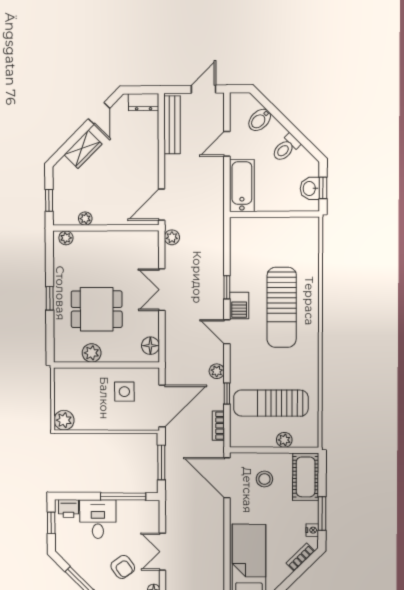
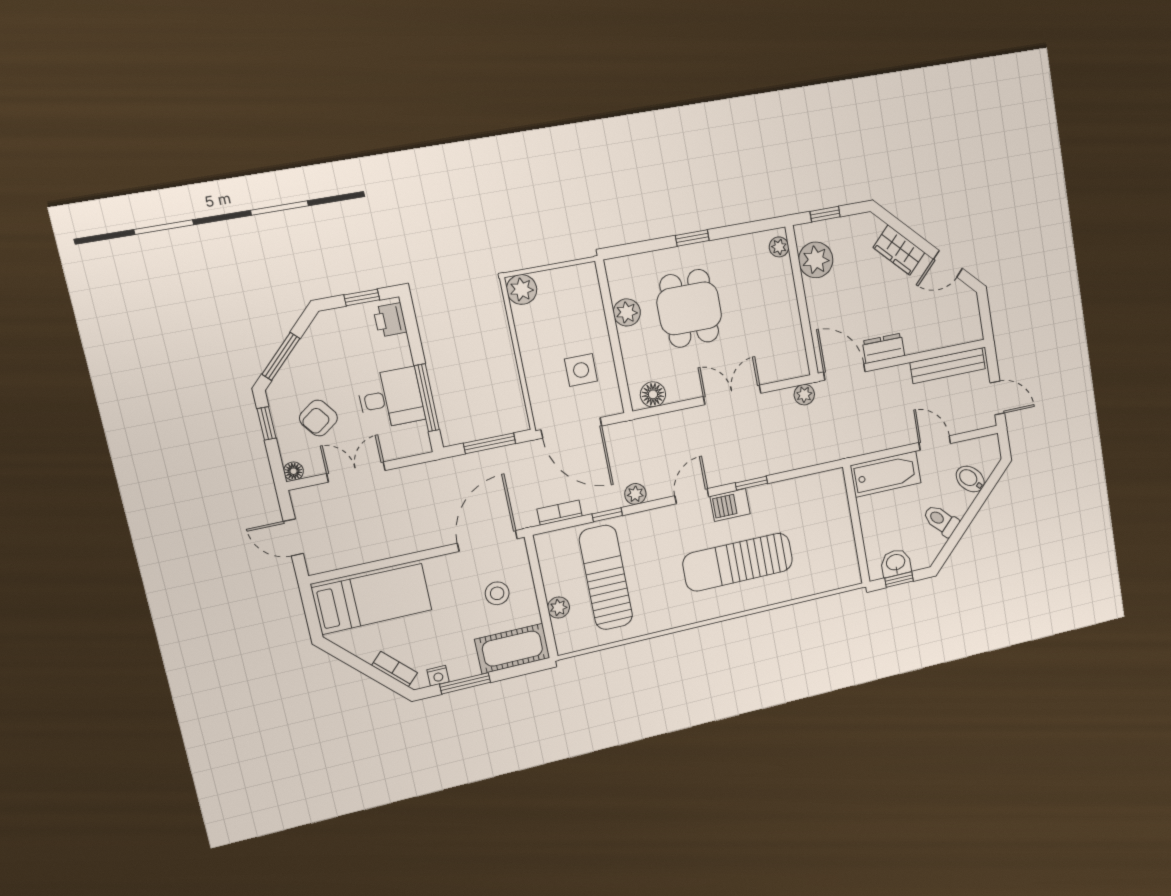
dresser: (144, 102) -> (883, 348), moved, turned 90
plant: (85, 219) -> (816, 260), width x1.87, depth x1.87
desk: (98, 519) -> (391, 398), moved

